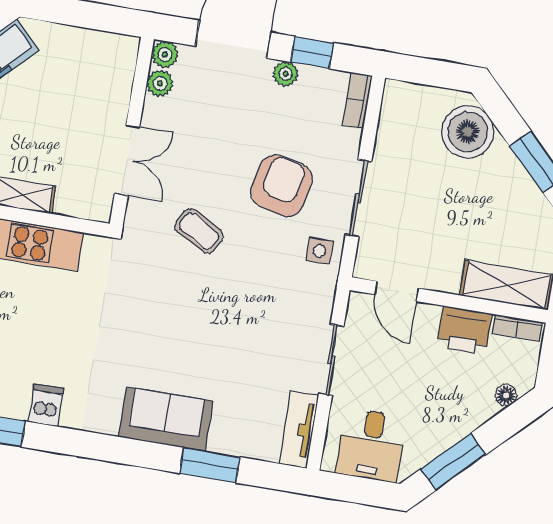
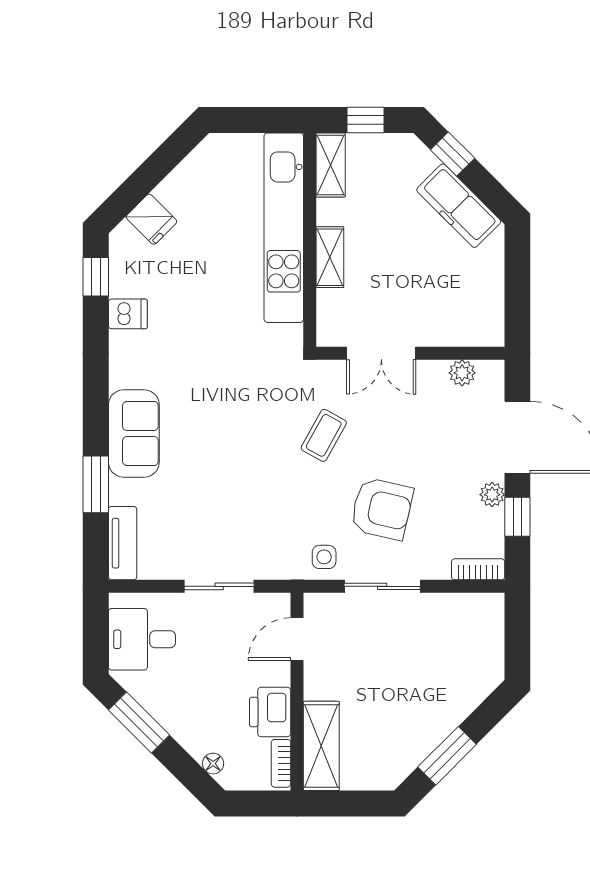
plant: (165, 54) -> (491, 373), removed
boiler: (468, 132) -> (465, 683), removed
tv unit: (299, 430) -> (123, 543), moved, turned 90

